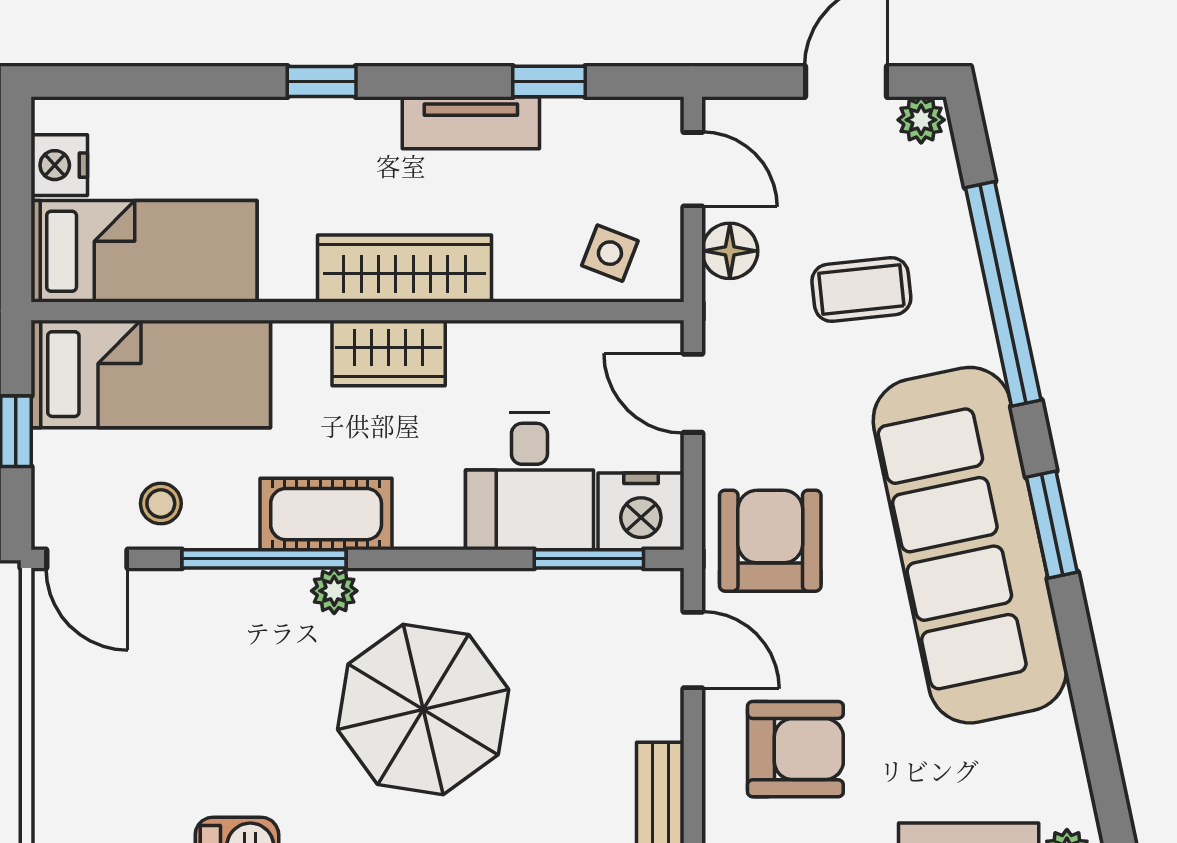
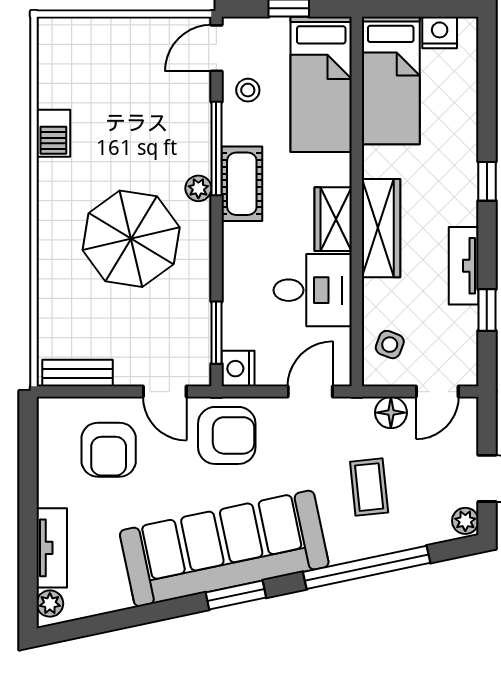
desk: (529, 481) -> (313, 290), moved, turned 180
nightstand: (641, 511) -> (238, 369), width x0.74, depth x0.75
door: (693, 650) -> (165, 392), hinge flipped

